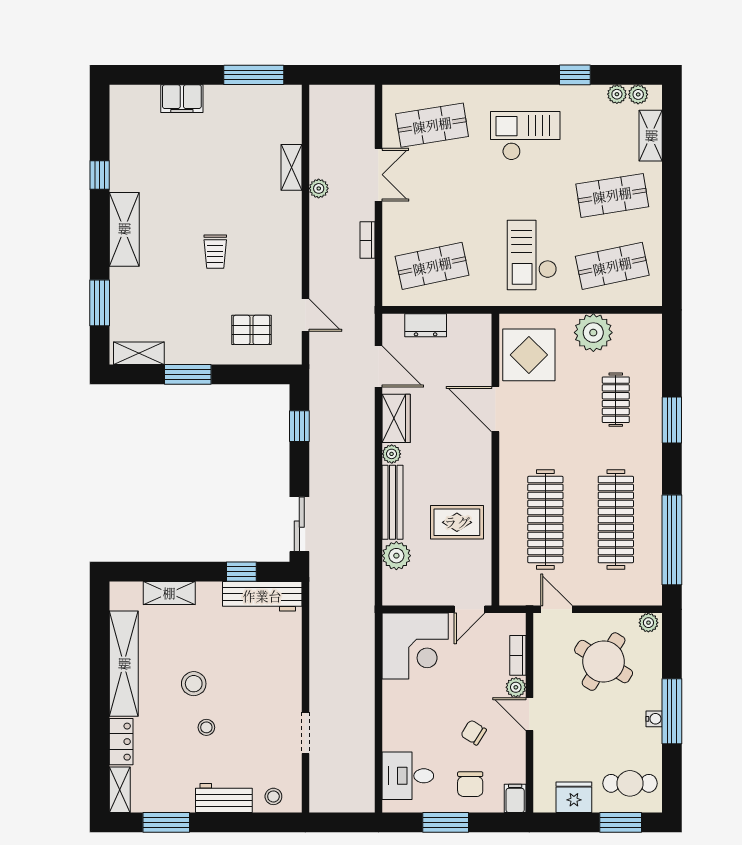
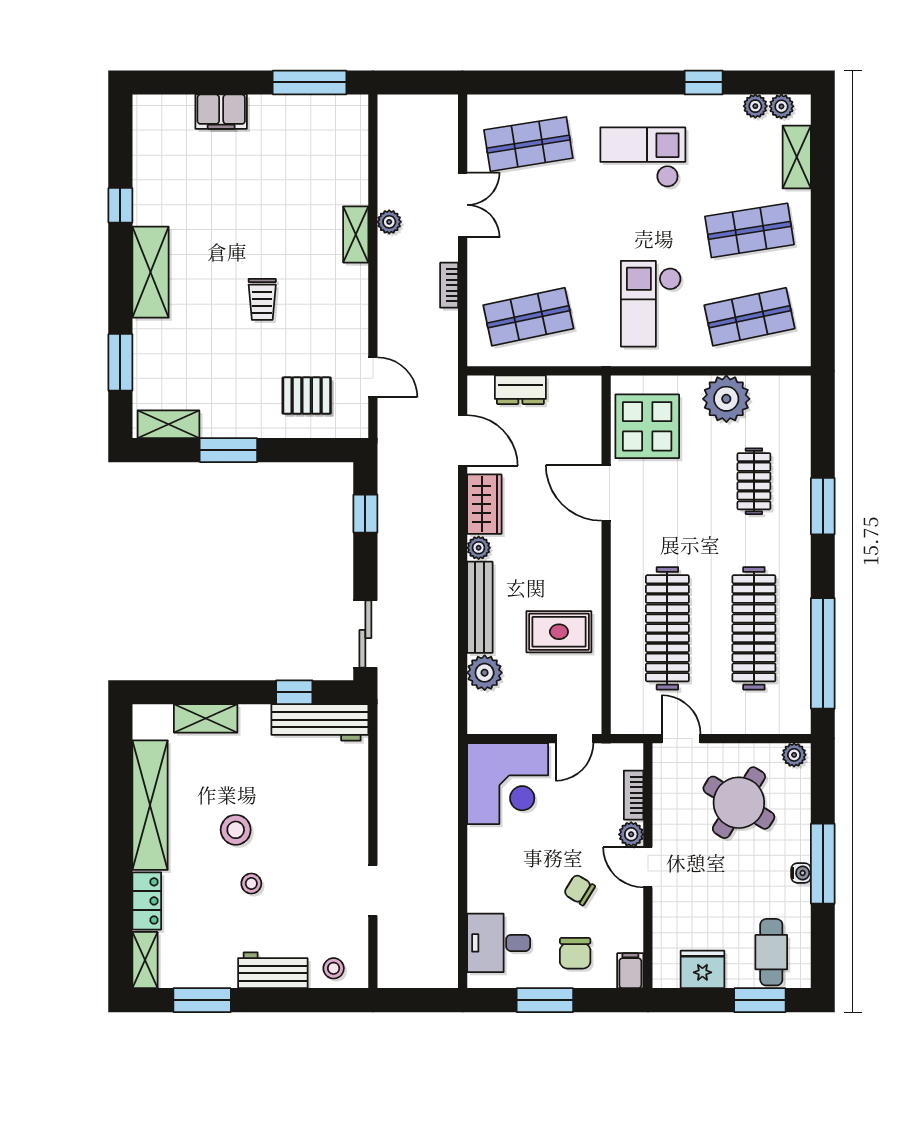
shelving: (291, 167) -> (356, 234), moved
cafe table: (630, 783) -> (771, 952), turned 90

